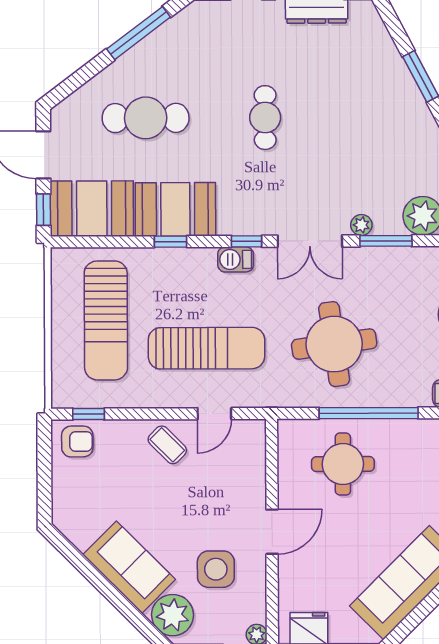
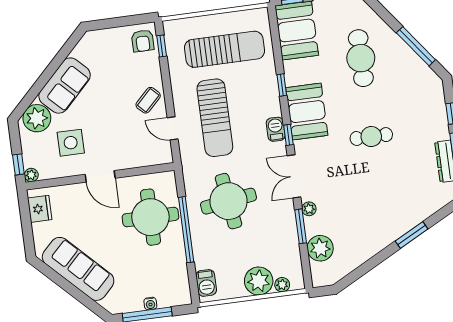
booth: (175, 209) -> (307, 112), moved
sun lounger: (106, 320) -> (225, 49), turned 180
round table: (343, 464) -> (150, 217), width x1.36, depth x1.36

